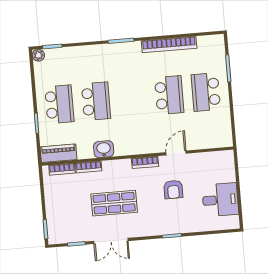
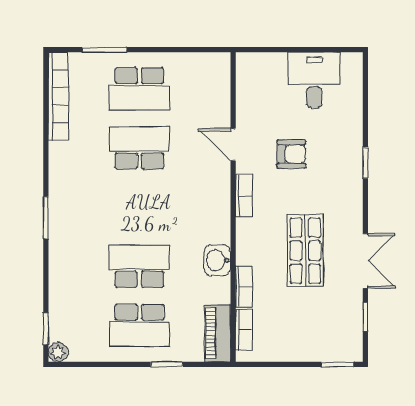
bookcase: (169, 44) -> (58, 96), moved
school desk: (59, 104) -> (139, 325), turned 180

